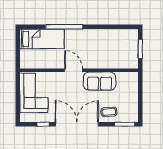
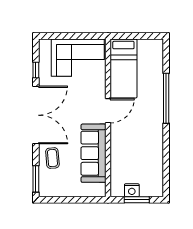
bed: (42, 39) -> (123, 68), moved
nightstand: (133, 52) -> (132, 190), added
sofa: (100, 81) -> (93, 153), width x1.36

